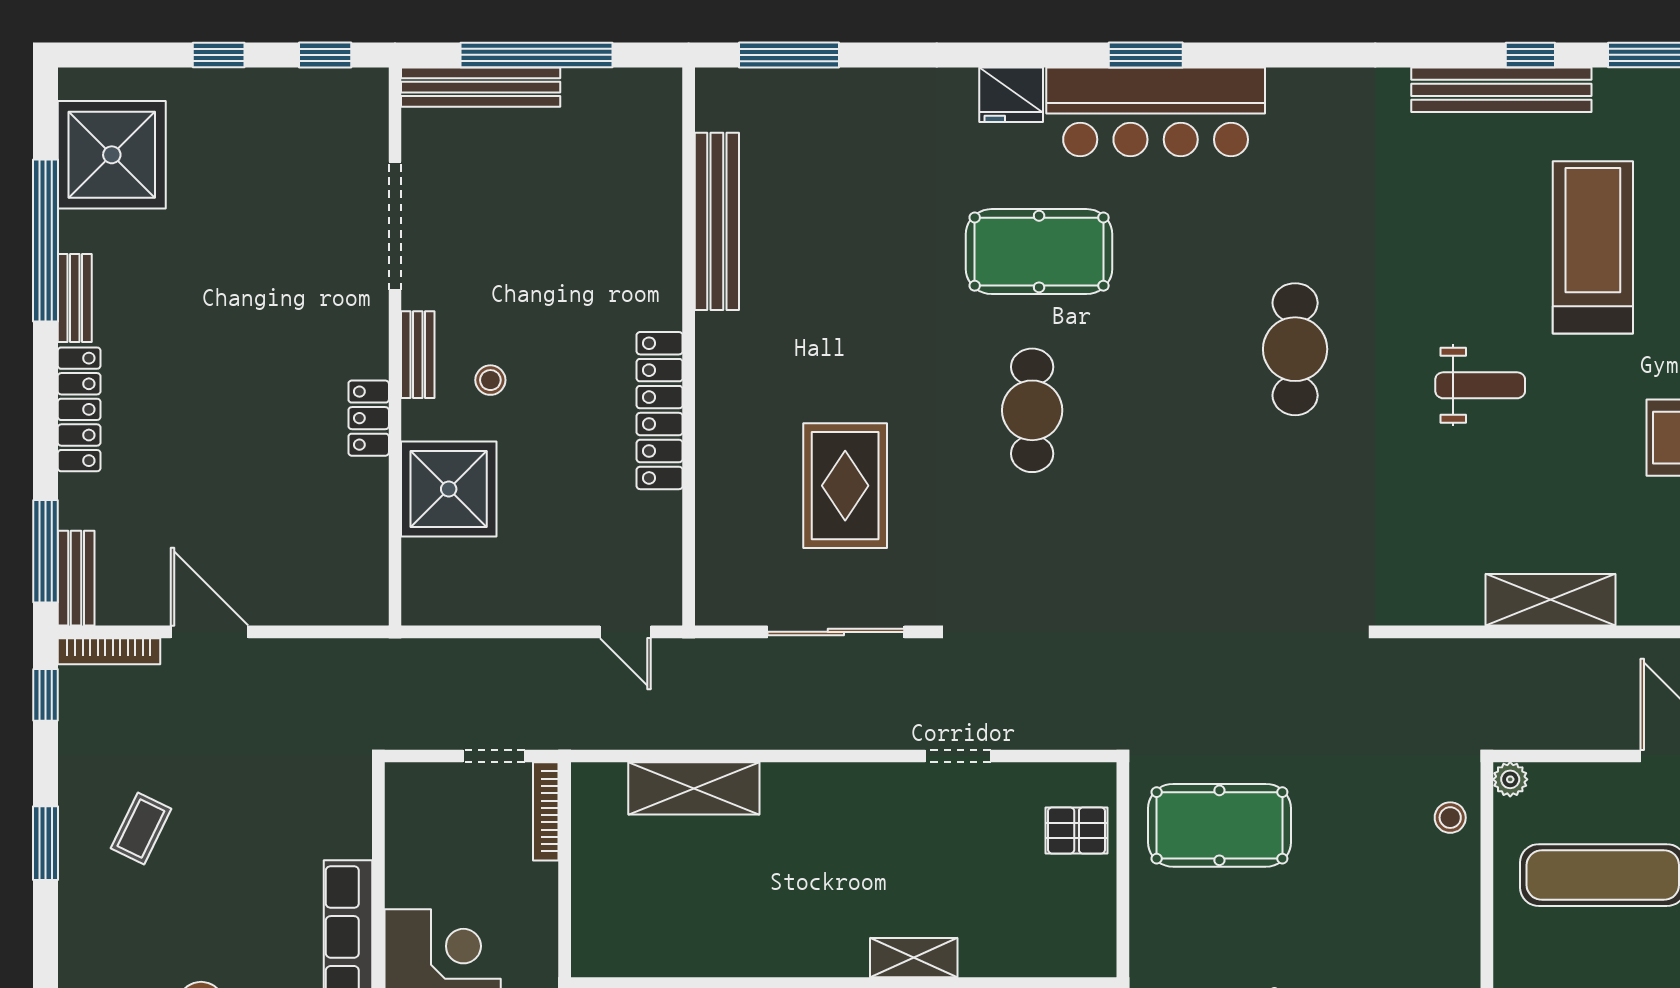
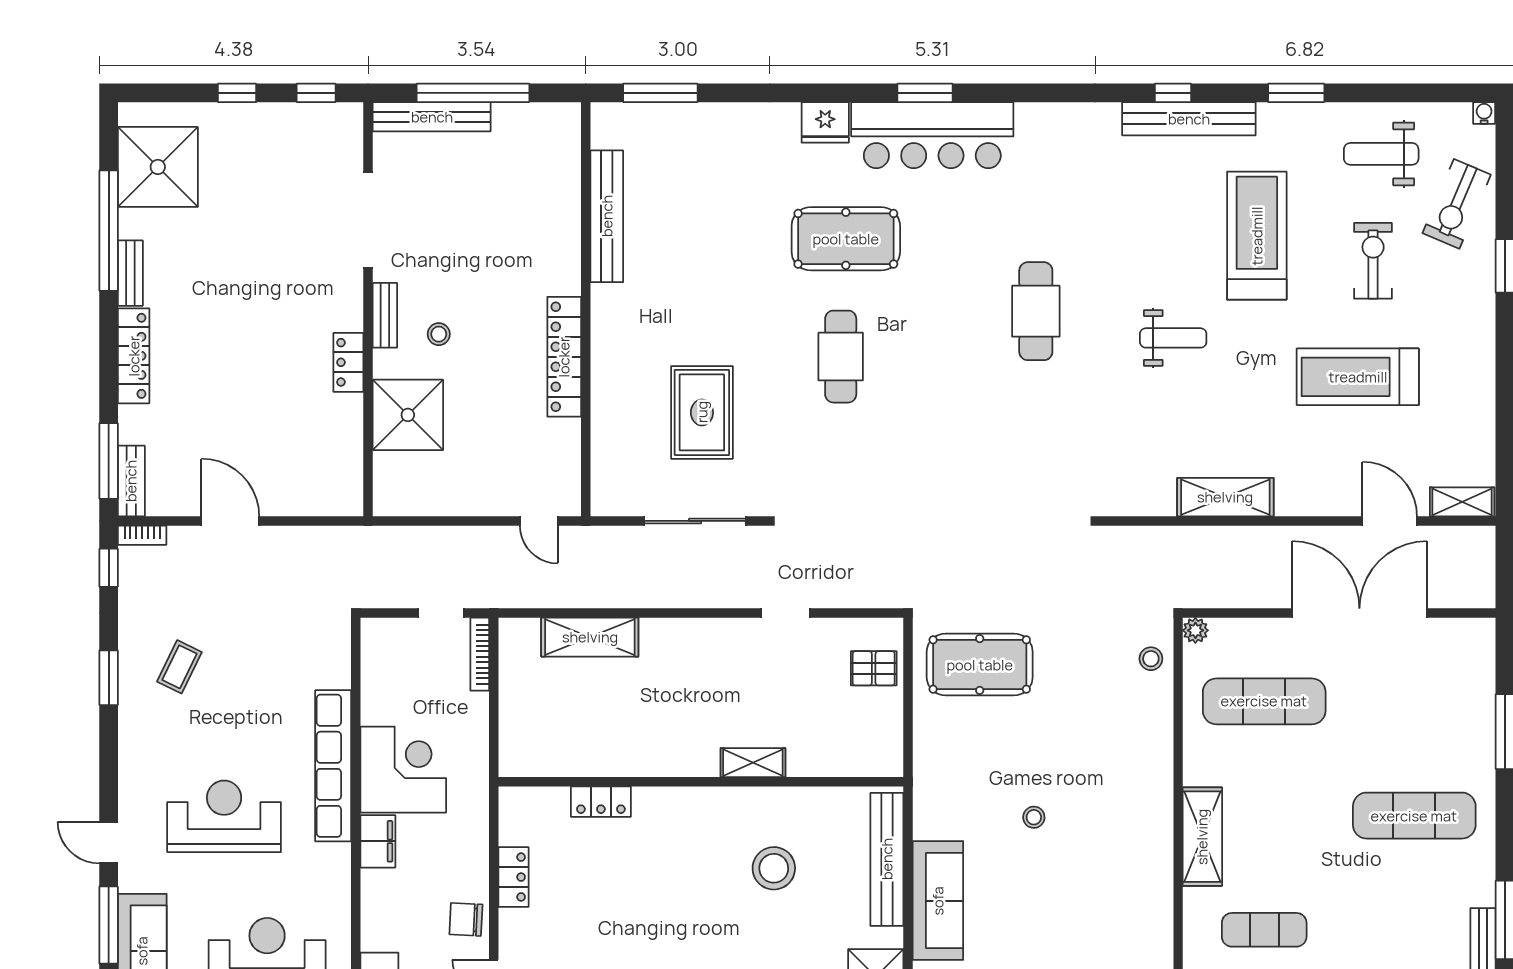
window: (1530, 55) -> (1173, 93), moved
bookcase: (109, 651) -> (142, 535), width x0.64

